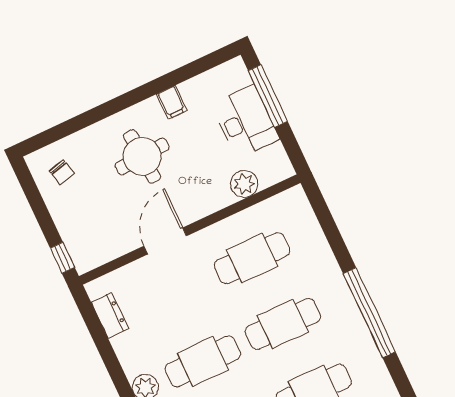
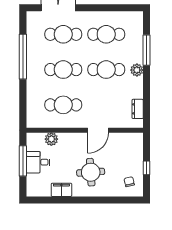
window: (268, 96) -> (23, 161), moved
filing cabinet: (172, 102) -> (61, 190), width x2.00
desk: (245, 122) -> (38, 162), width x0.73
window: (62, 258) -> (147, 168), moved

